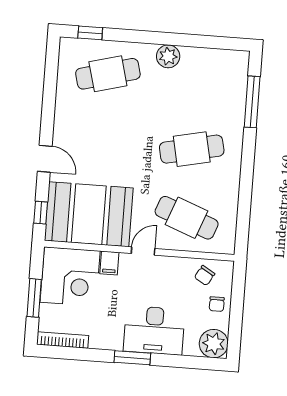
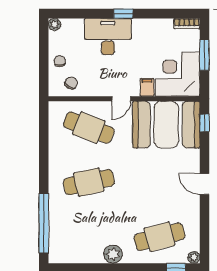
plant: (67, 45) -> (194, 257), added
window: (252, 102) -> (44, 223), width x1.46
door: (45, 159) -> (204, 184), moved
bookcase: (63, 340) -> (187, 24), width x0.64
plant: (214, 344) -> (55, 24), width x0.53, depth x0.53
window: (132, 358) -> (123, 14), width x0.67

